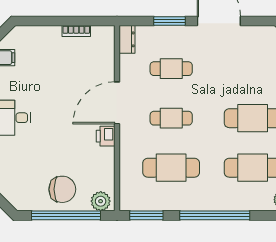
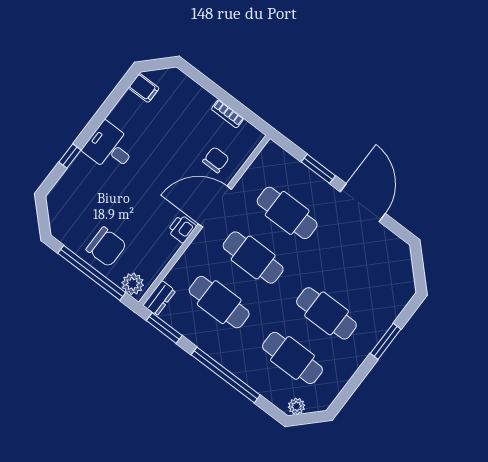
dresser: (127, 39) -> (159, 298), moved
chair: (93, 69) -> (216, 160), added
cafe table: (171, 69) -> (287, 213), width x1.37, depth x1.35
cafe table: (171, 118) -> (253, 258), width x1.37, depth x1.35

